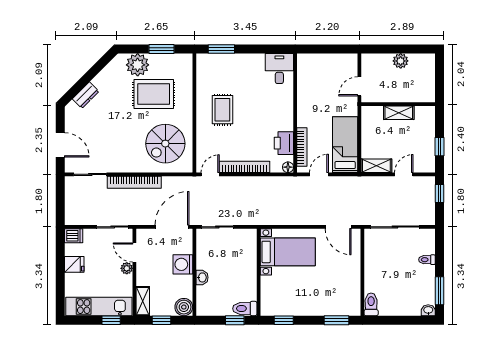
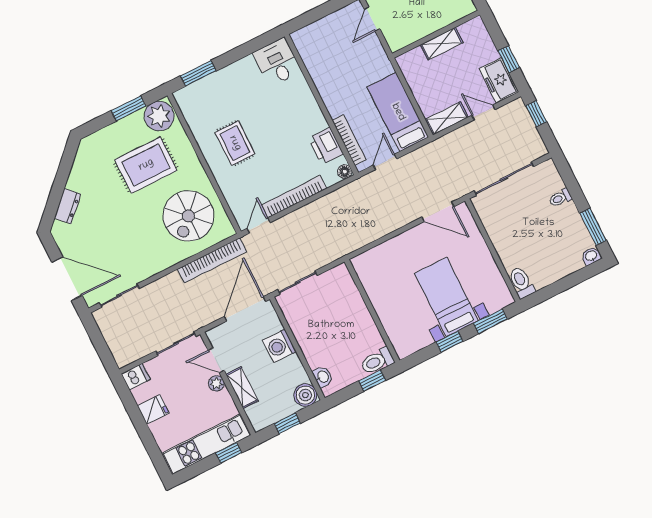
plant: (138, 65) -> (159, 116), moved
door: (359, 86) -> (372, 19), moved
door: (60, 145) -> (67, 279), width x1.36
freezer: (425, 158) -> (499, 80), added
door: (404, 174) -> (483, 112), hinge flipped
bookcase: (134, 182) -> (212, 260), moved
bed with nightstands: (288, 252) -> (446, 297), moved, turned -90
washbasin: (202, 277) -> (323, 377), moved
shelving: (143, 301) -> (242, 388), moved
window: (284, 320) -> (450, 342), moved

